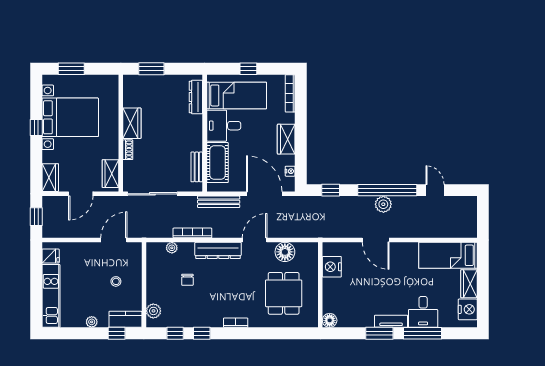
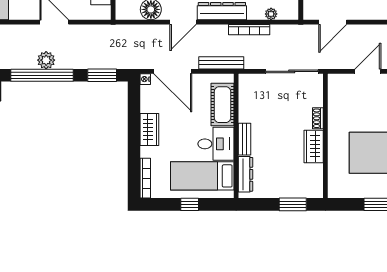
bench: (197, 167) -> (245, 139), moved
nightstand: (290, 171) -> (145, 79), moved
wardrobe: (110, 174) -> (336, 93), removed
window: (331, 190) -> (102, 75), width x1.50

